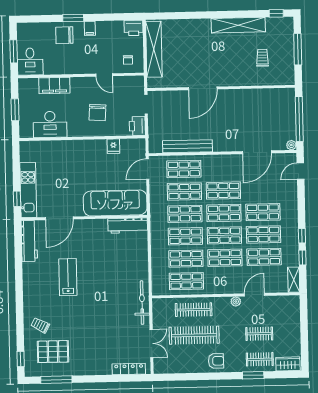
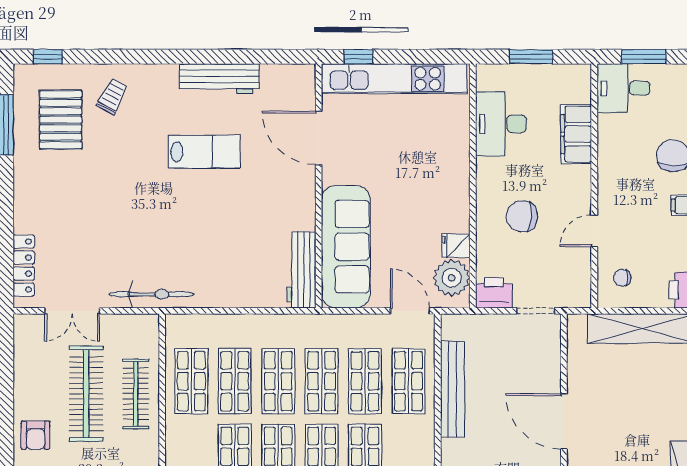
plant: (130, 148) -> (452, 278), added
kitchen unit: (28, 190) -> (394, 79), width x1.36
workbench: (29, 241) -> (219, 79), moved

